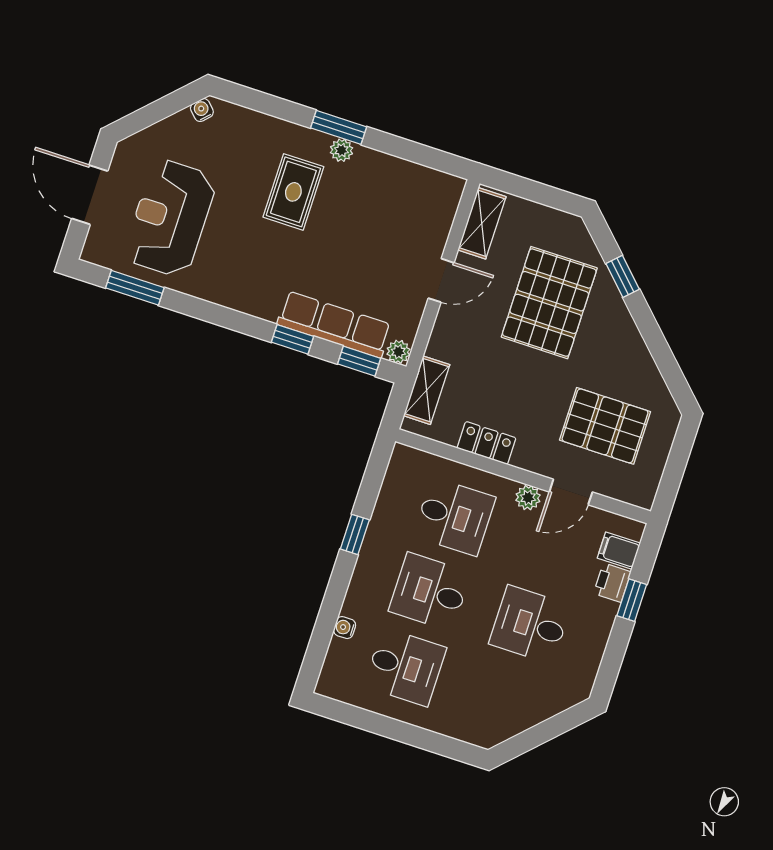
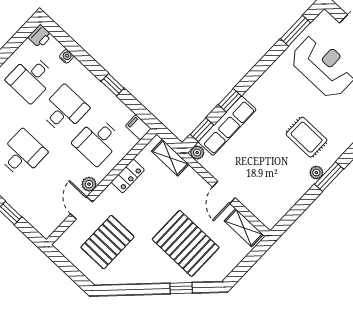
filing cabinet: (619, 551) -> (138, 127), moved, turned -90
printer: (612, 583) -> (40, 36), moved, turned 90

